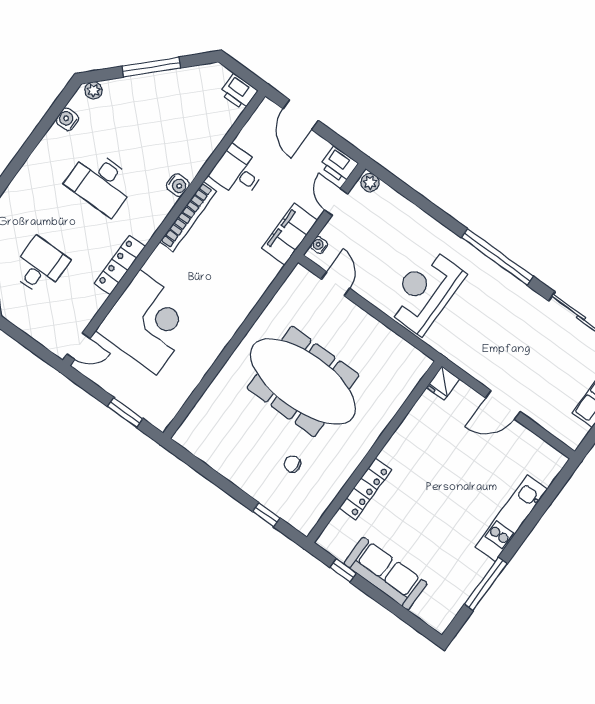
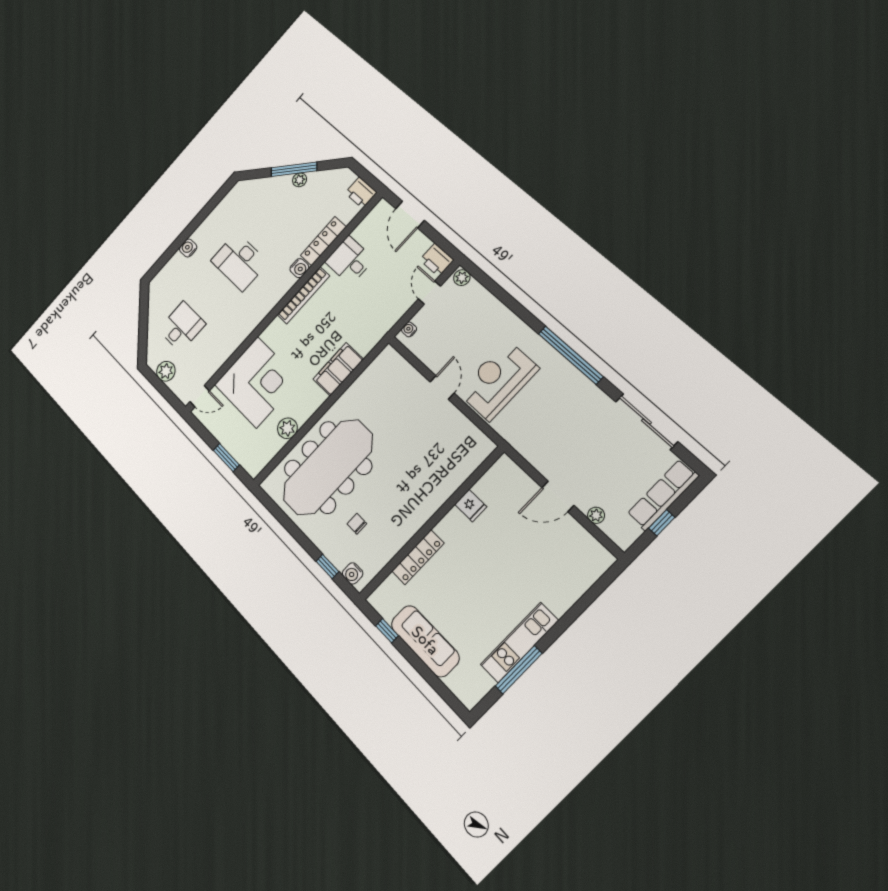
plant: (93, 90) -> (300, 180), moved
water cooler: (67, 119) -> (188, 248), moved
filing cabinet: (290, 234) -> (338, 369), moved
locker: (120, 265) -> (323, 241), moved
door: (336, 284) -> (442, 387), moved
plant: (29, 321) -> (166, 371), added
plant: (194, 370) -> (287, 428), added
meeting table: (303, 381) -> (328, 467), moved, turned 90
fridge: (443, 383) -> (471, 506), moved, turned -90
plant: (543, 418) -> (596, 515), added
water cooler: (296, 517) -> (353, 573), added
kitchen unit: (511, 518) -> (519, 643), moved

